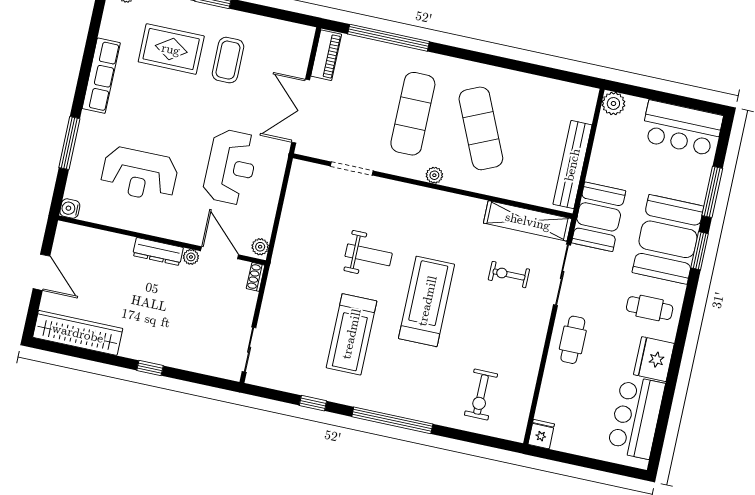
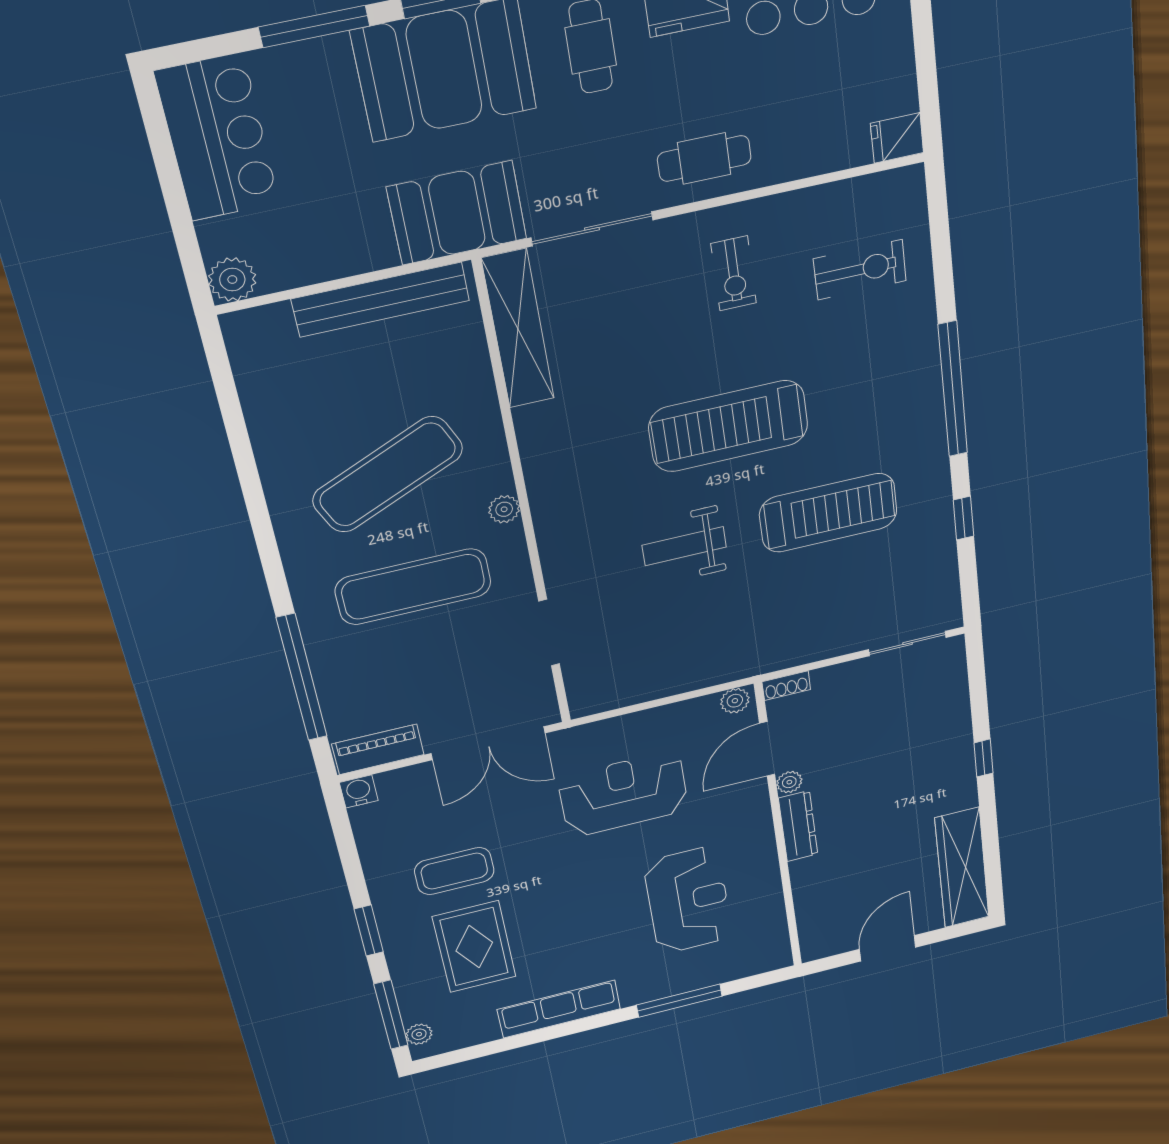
water cooler: (70, 208) -> (359, 791), moved, turned 180
weight bench: (369, 255) -> (684, 546), turned -90
exercise bike: (509, 275) -> (734, 273), moved

